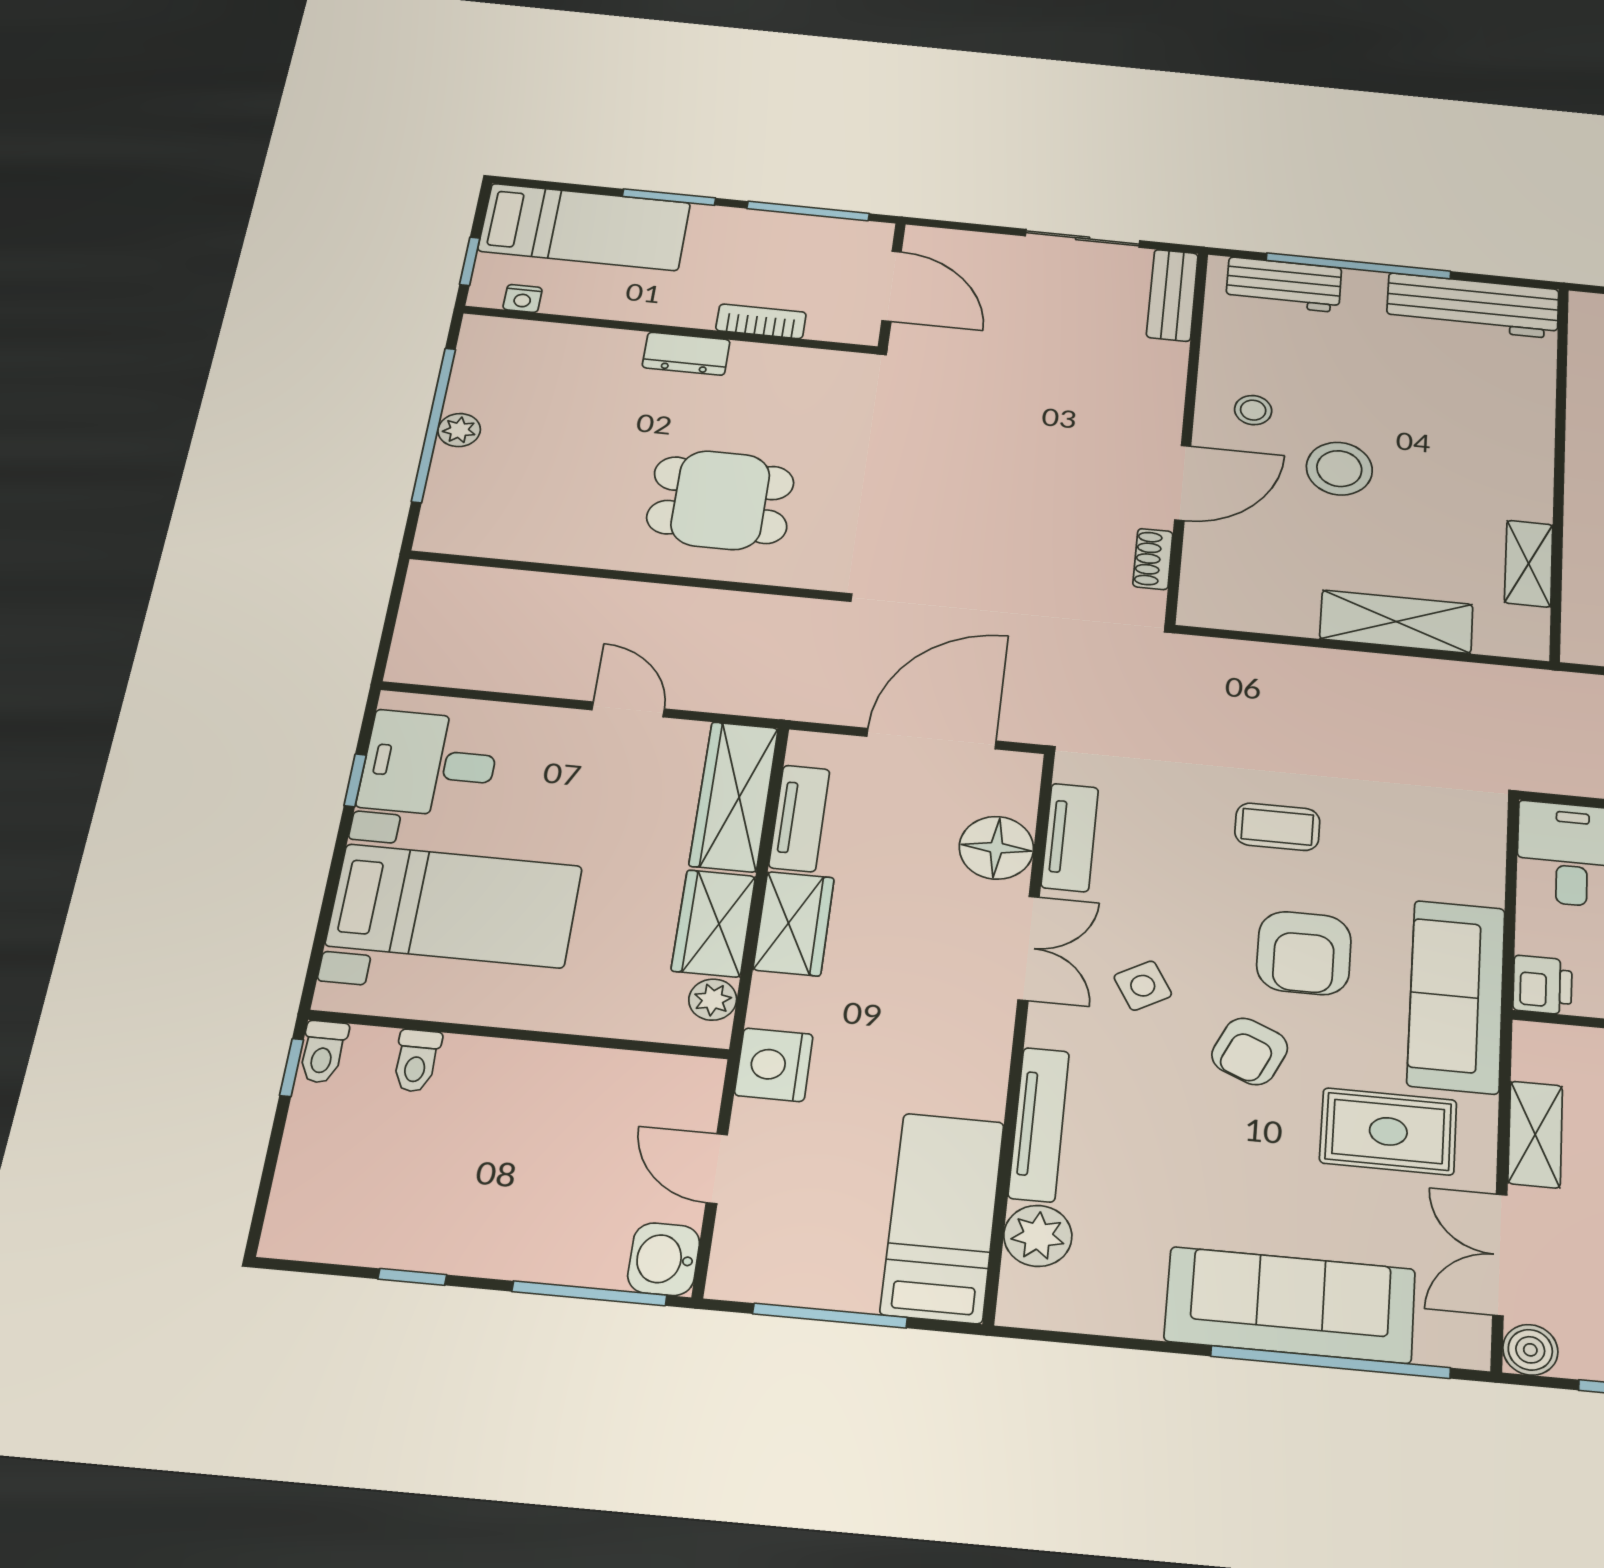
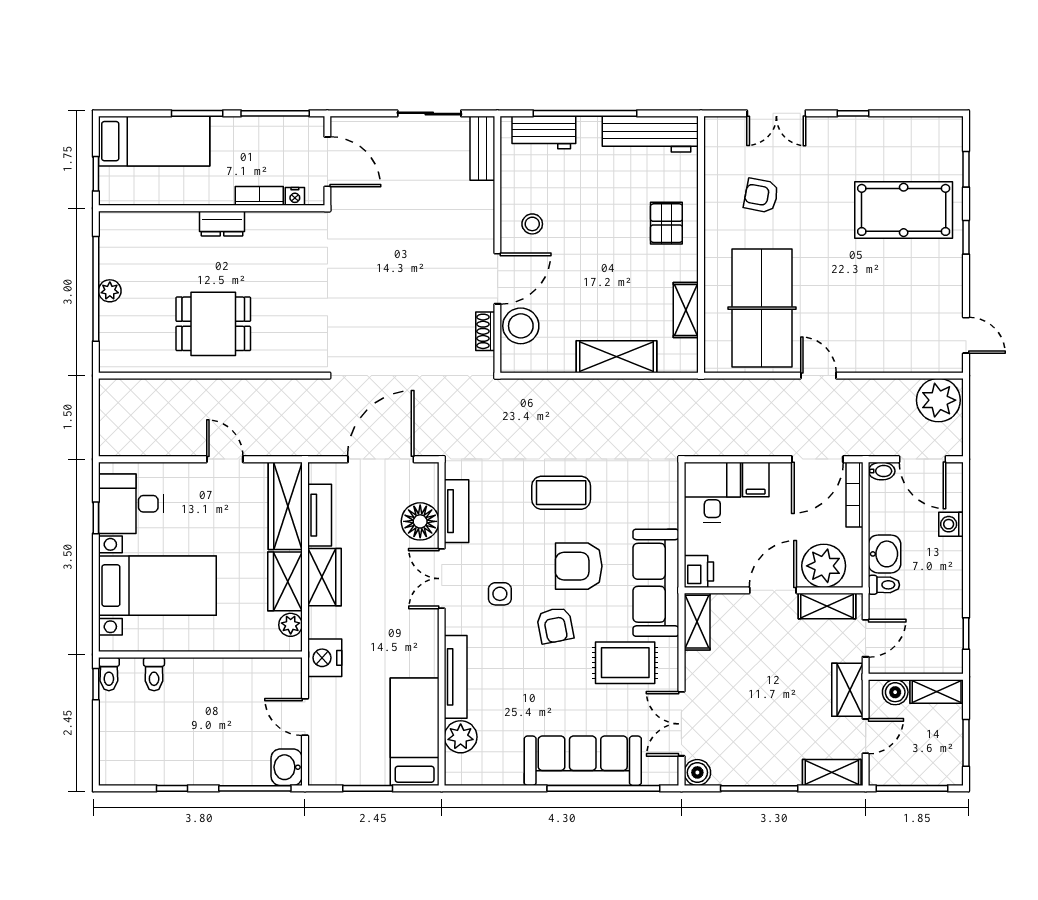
nightstand: (523, 298) -> (295, 196), moved
pallet: (1497, 433) -> (666, 223), added
stool: (1339, 469) -> (521, 326), moved
dining table: (720, 500) -> (213, 324), moved
coffee table: (1277, 827) -> (561, 493), width x1.36, depth x1.30
double door: (1029, 948) -> (442, 579), swing flipped
armchair: (1304, 953) -> (579, 566), turned 90
side table: (1143, 986) -> (500, 594), turned 30
armchair: (1250, 1051) -> (555, 625), turned -35
shelving: (1535, 1134) -> (697, 622), moved
window: (830, 1316) -> (368, 788), width x0.69

